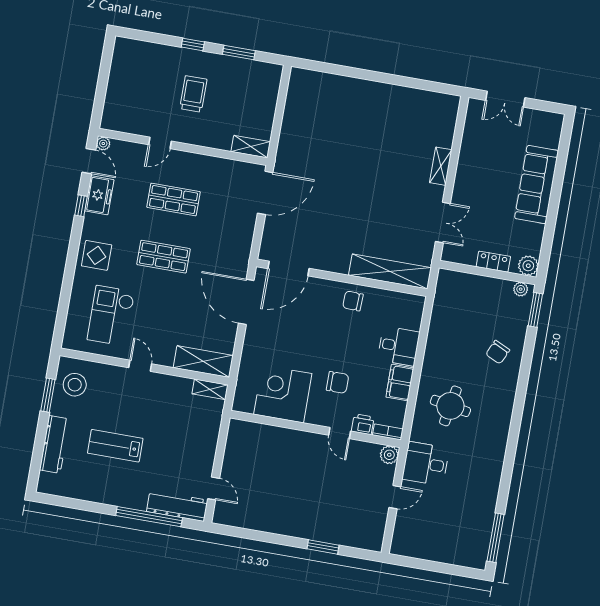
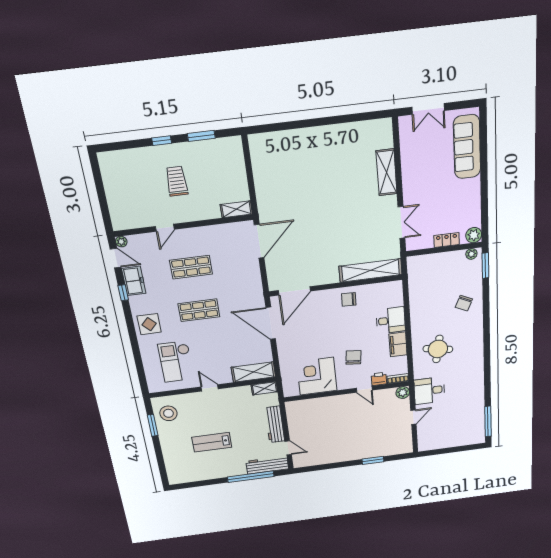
shelving: (441, 166) -> (386, 172), width x1.50, depth x1.33
sofa: (537, 185) -> (467, 147), moved
chair: (338, 382) -> (353, 357), turned -84
workbench: (54, 444) -> (275, 424), moved, turned 180

